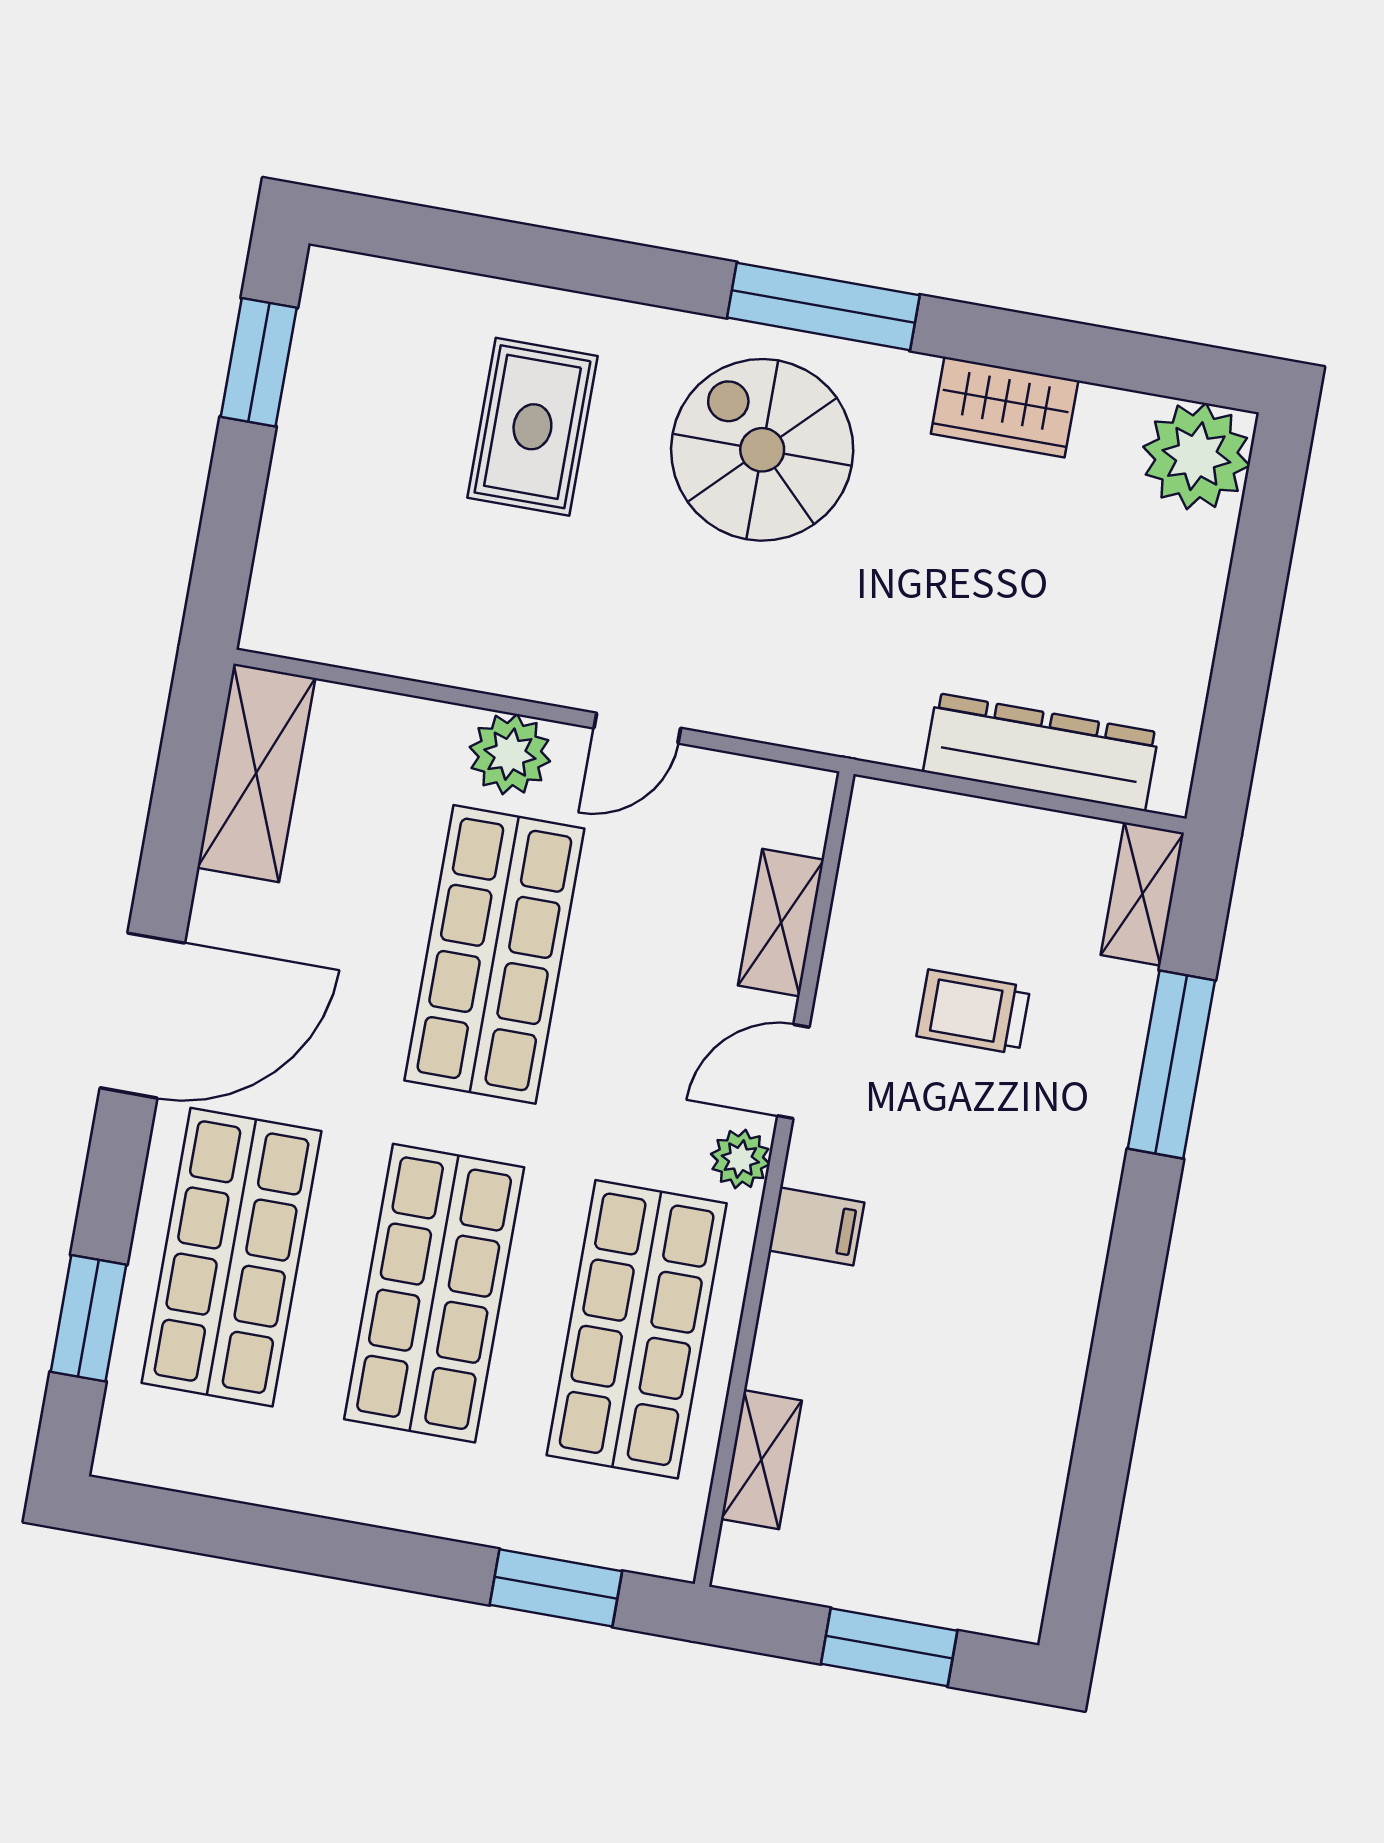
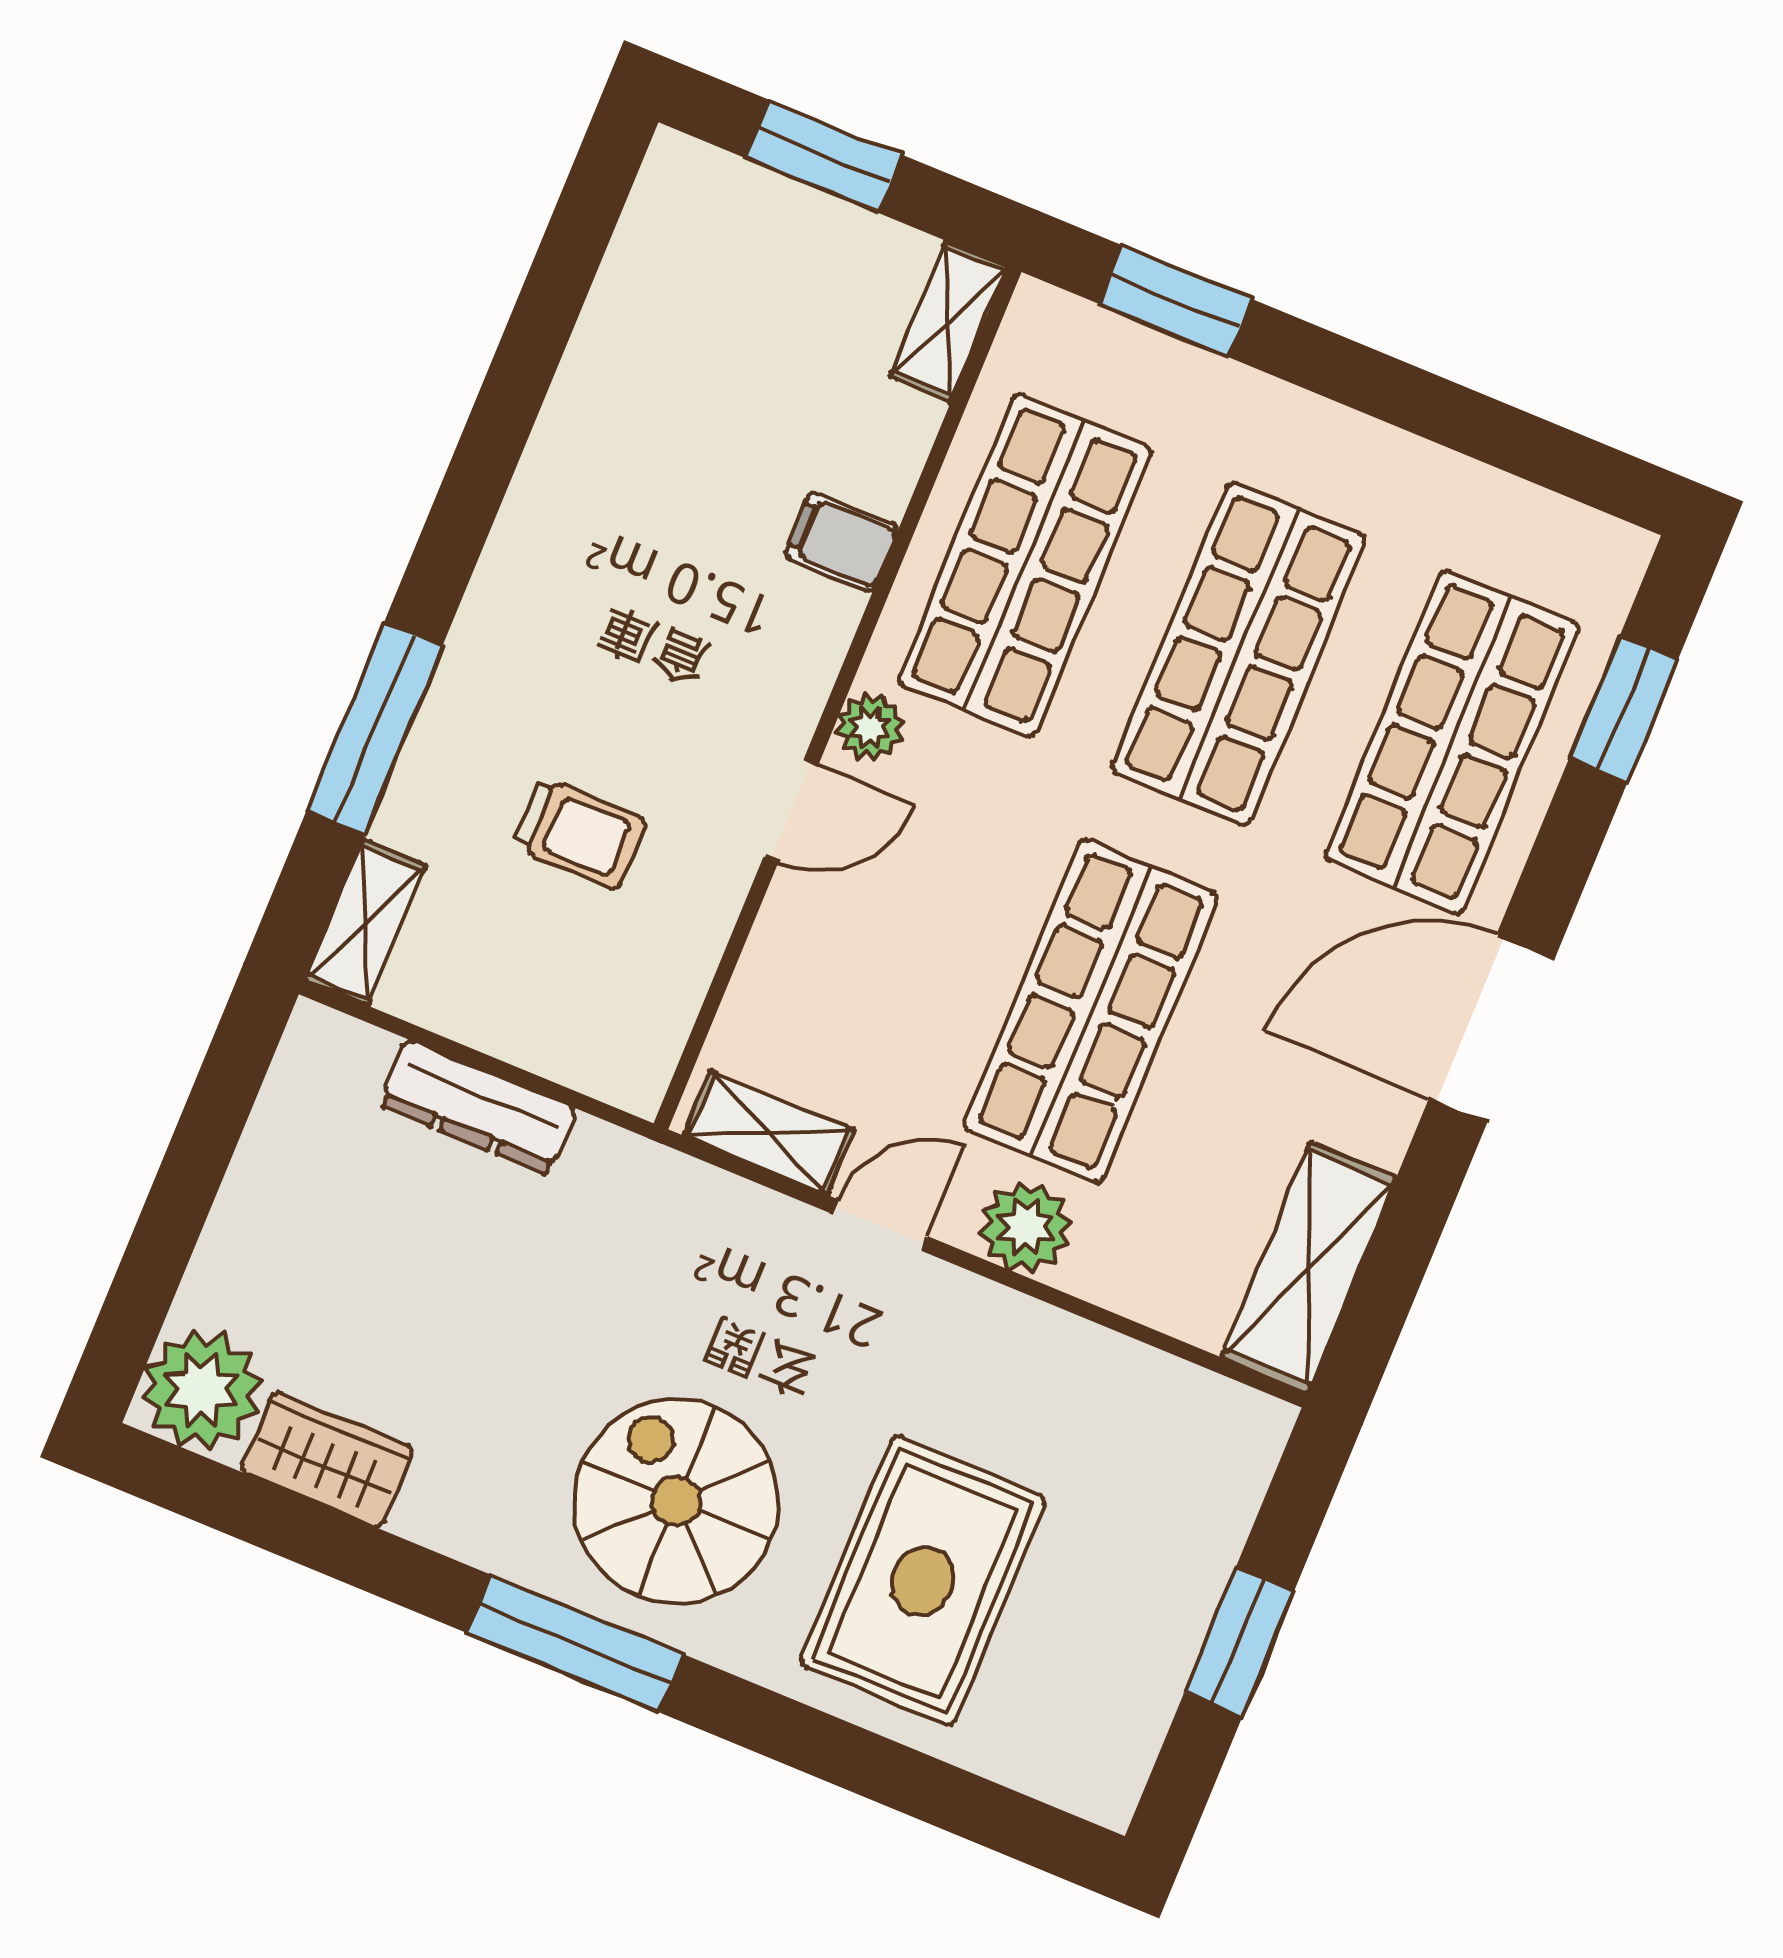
window: (259, 362) -> (1239, 1642), moved
wardrobe: (1005, 407) -> (328, 1460), moved
rug: (532, 427) -> (923, 1581), width x1.36, depth x1.43
spiral stairs: (762, 450) -> (676, 1501), turned 180
dresser: (1041, 752) -> (478, 1107), width x0.73, depth x0.80
shelving: (781, 923) -> (769, 1133), moved, turned 90
filing cabinet: (817, 1226) -> (841, 542), moved
shelving: (761, 1460) -> (948, 321), moved

